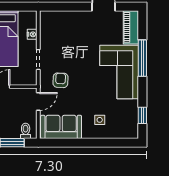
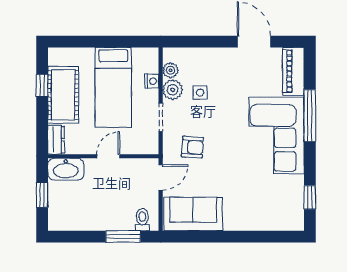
plant: (45, 27) -> (170, 70), added
plant: (47, 40) -> (173, 90), added
armchair: (61, 80) -> (192, 147), turned 91
side table: (100, 120) -> (200, 93), moved

